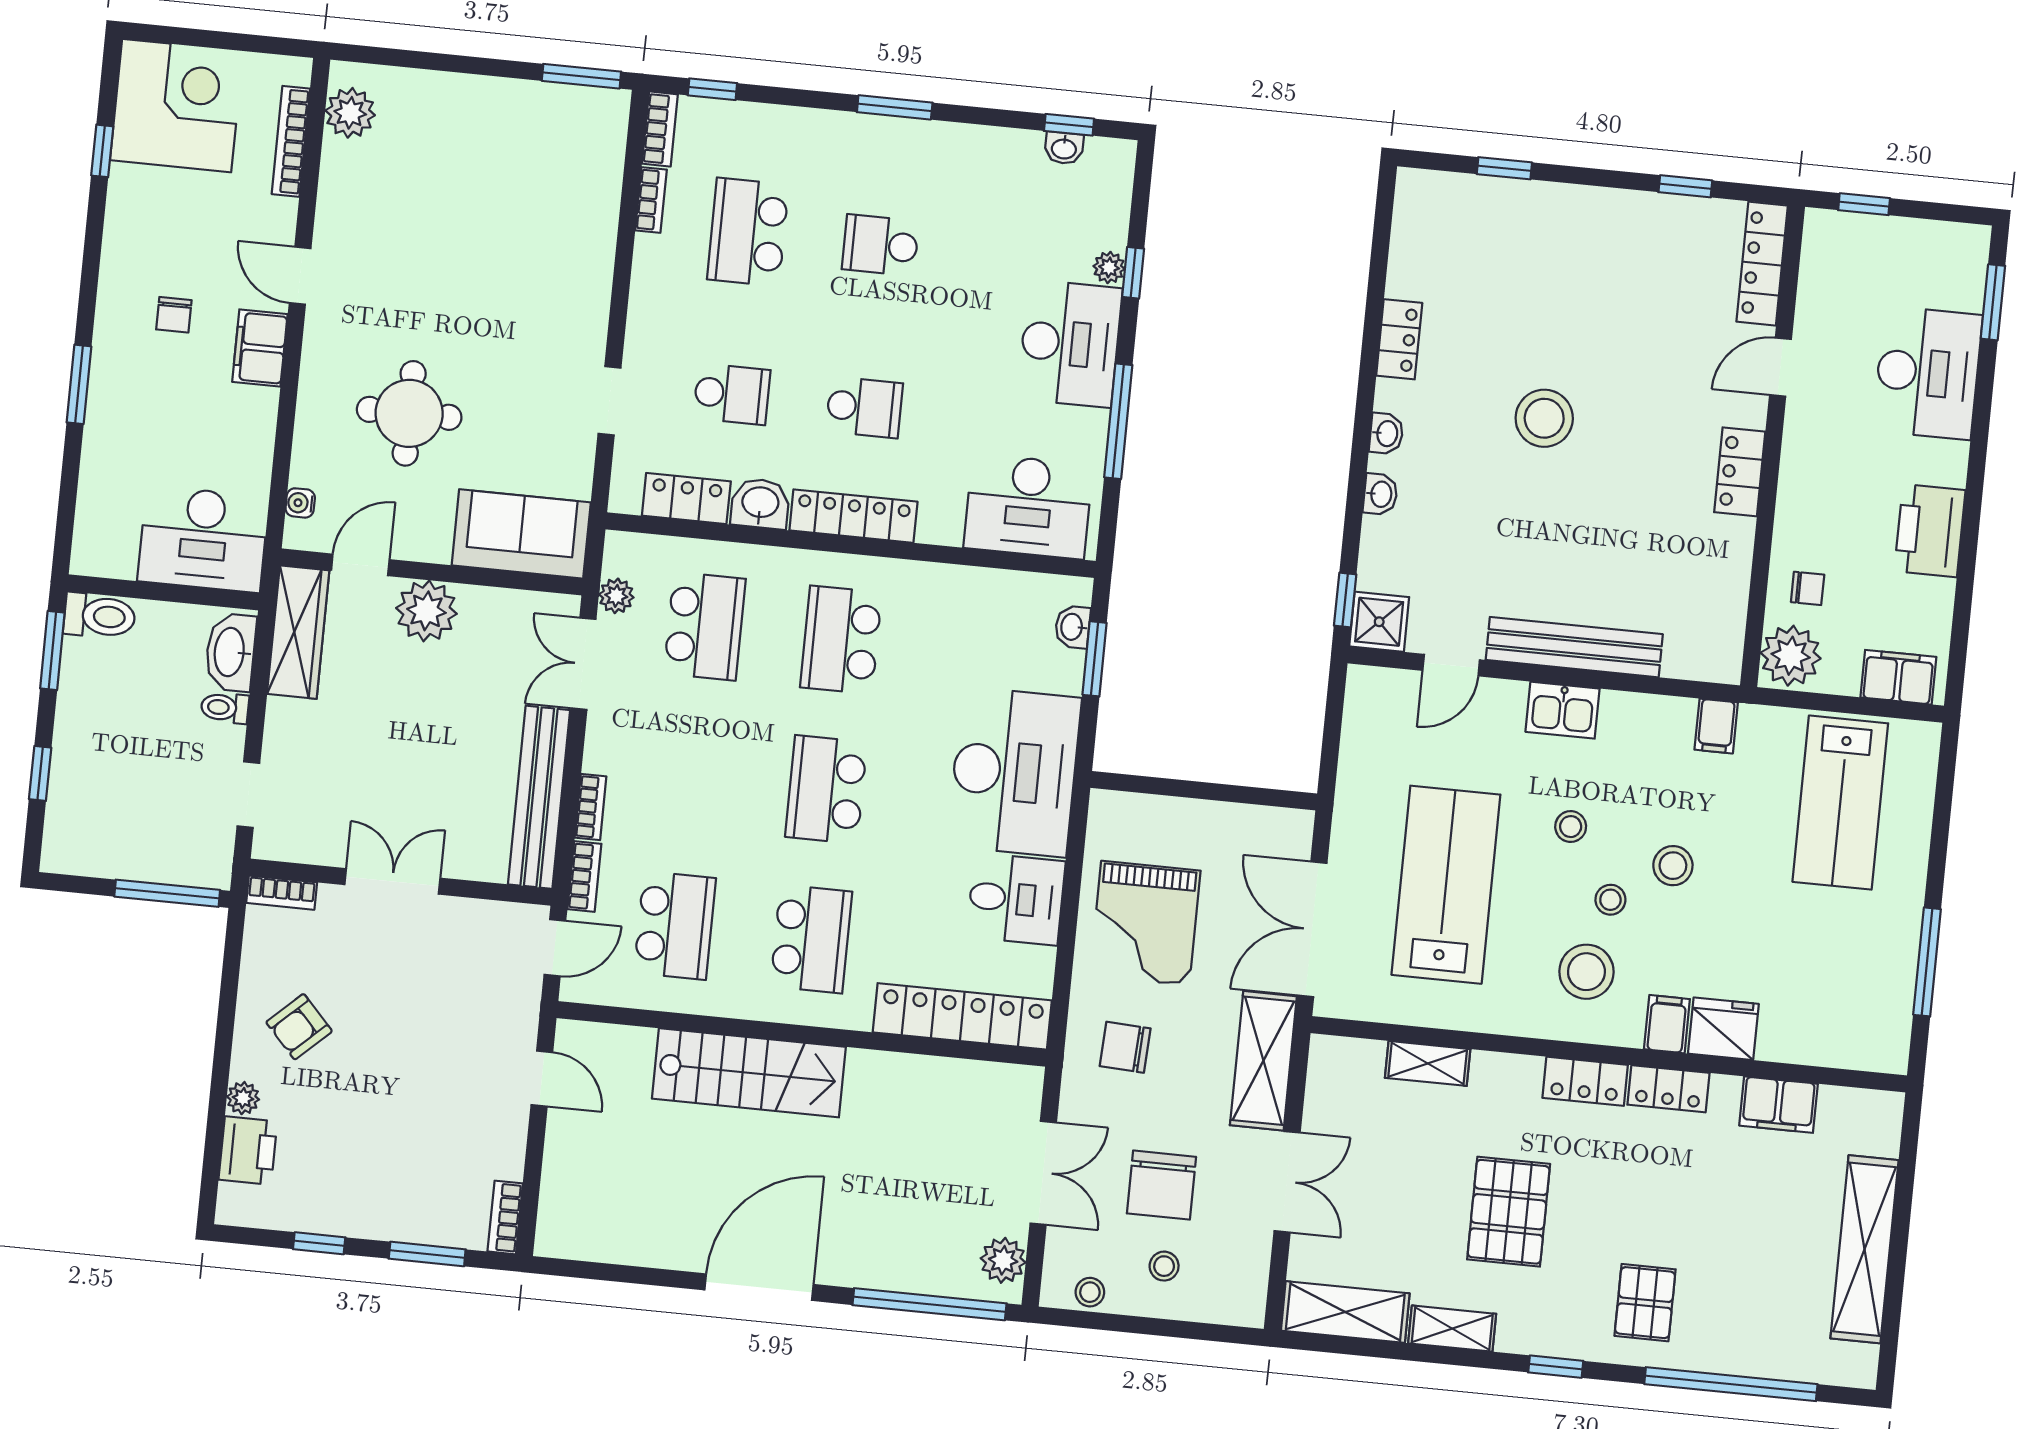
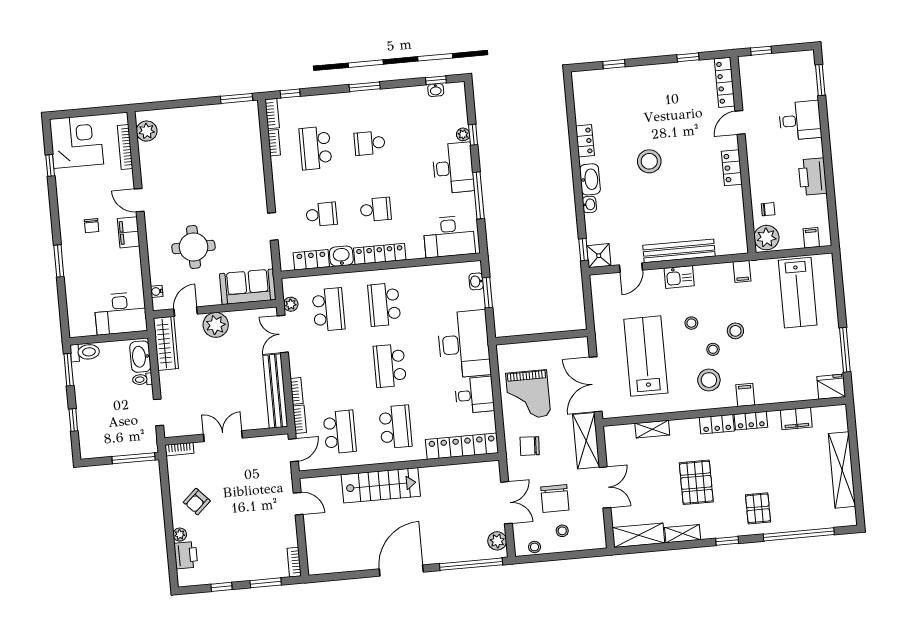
desk: (1928, 373) -> (800, 120), width x0.73
washbasin: (1386, 434) -> (590, 179), width x1.91, depth x1.45
filing cabinet: (1898, 677) -> (811, 238), width x0.50
fridge: (1723, 1029) -> (831, 387), moved

